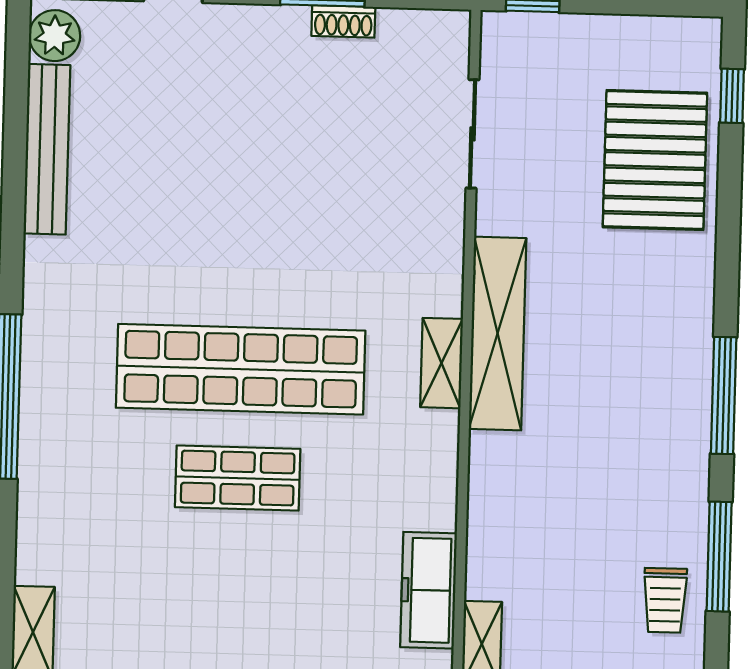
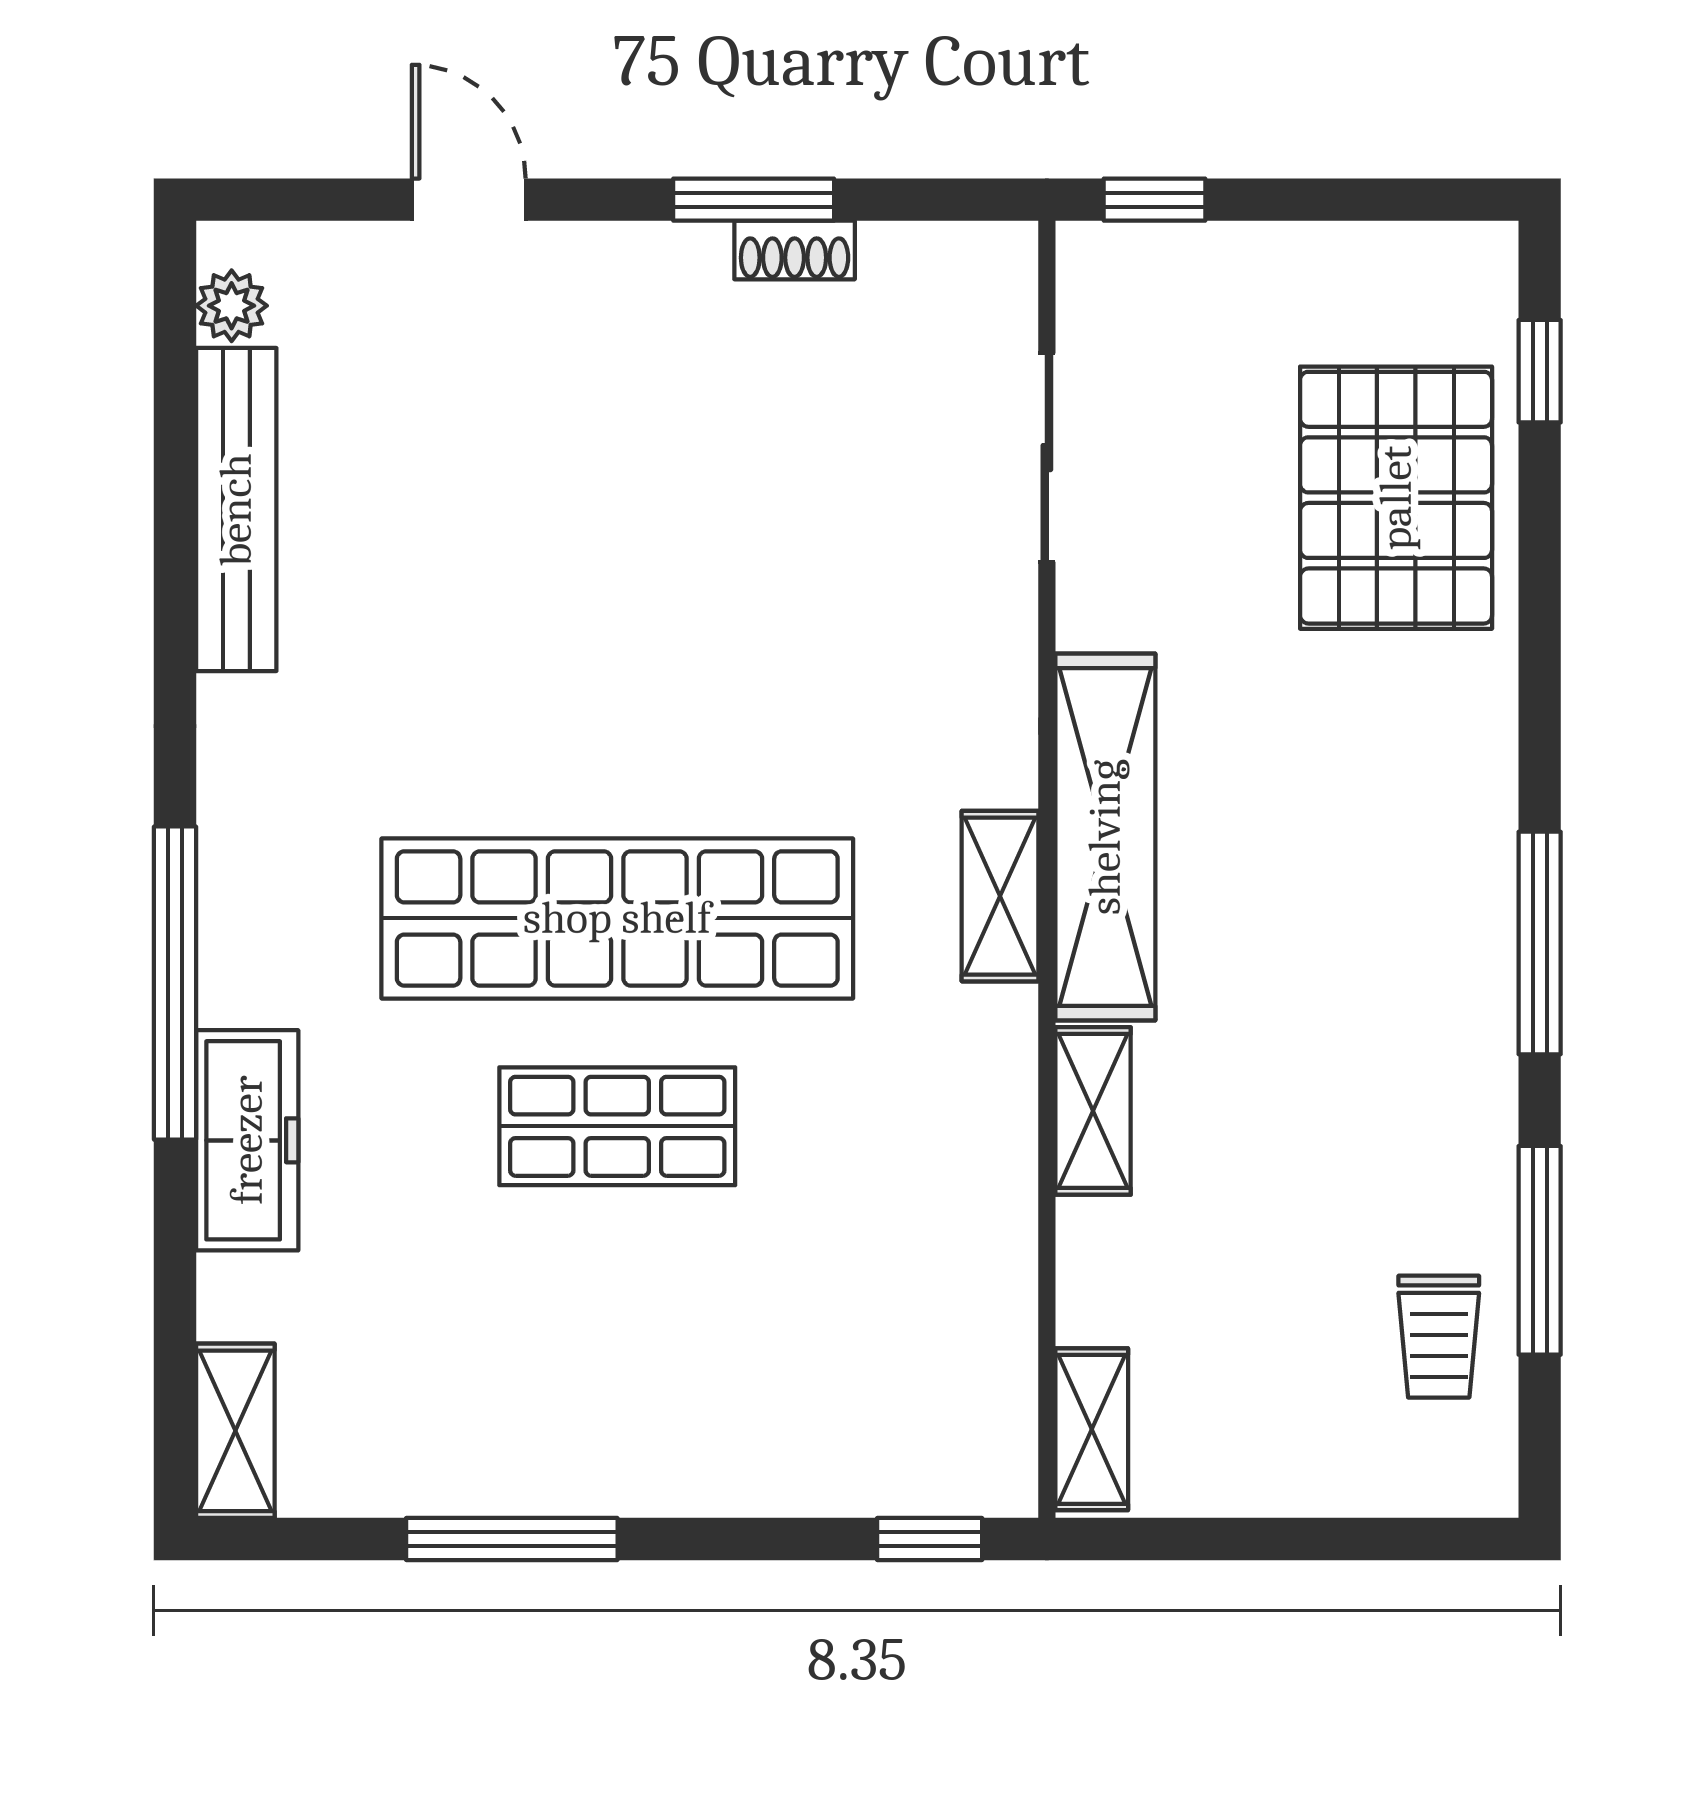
plant: (55, 36) -> (232, 306), width x0.73, depth x0.73
shelving: (487, 477) -> (1093, 1111), added
freezer: (429, 590) -> (247, 1140), moved, turned 180

